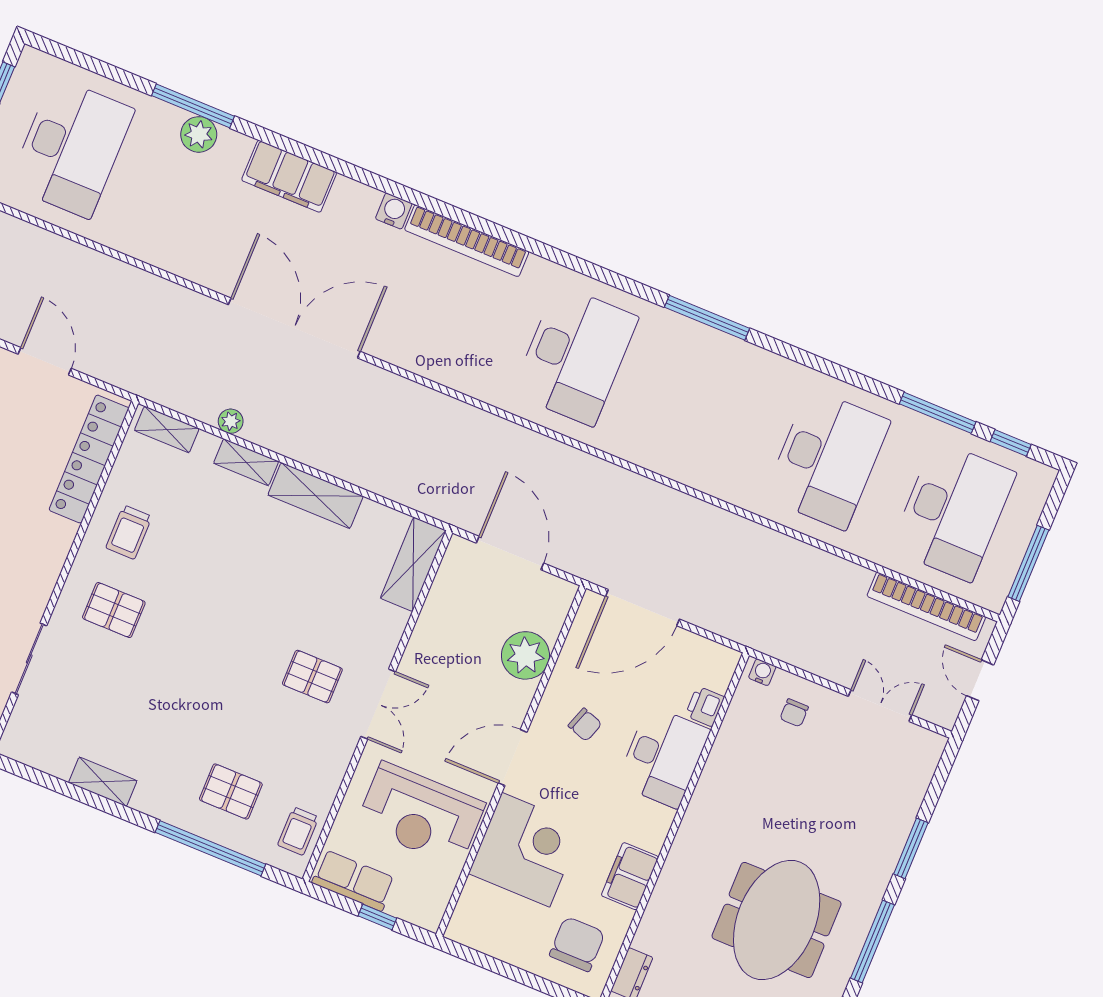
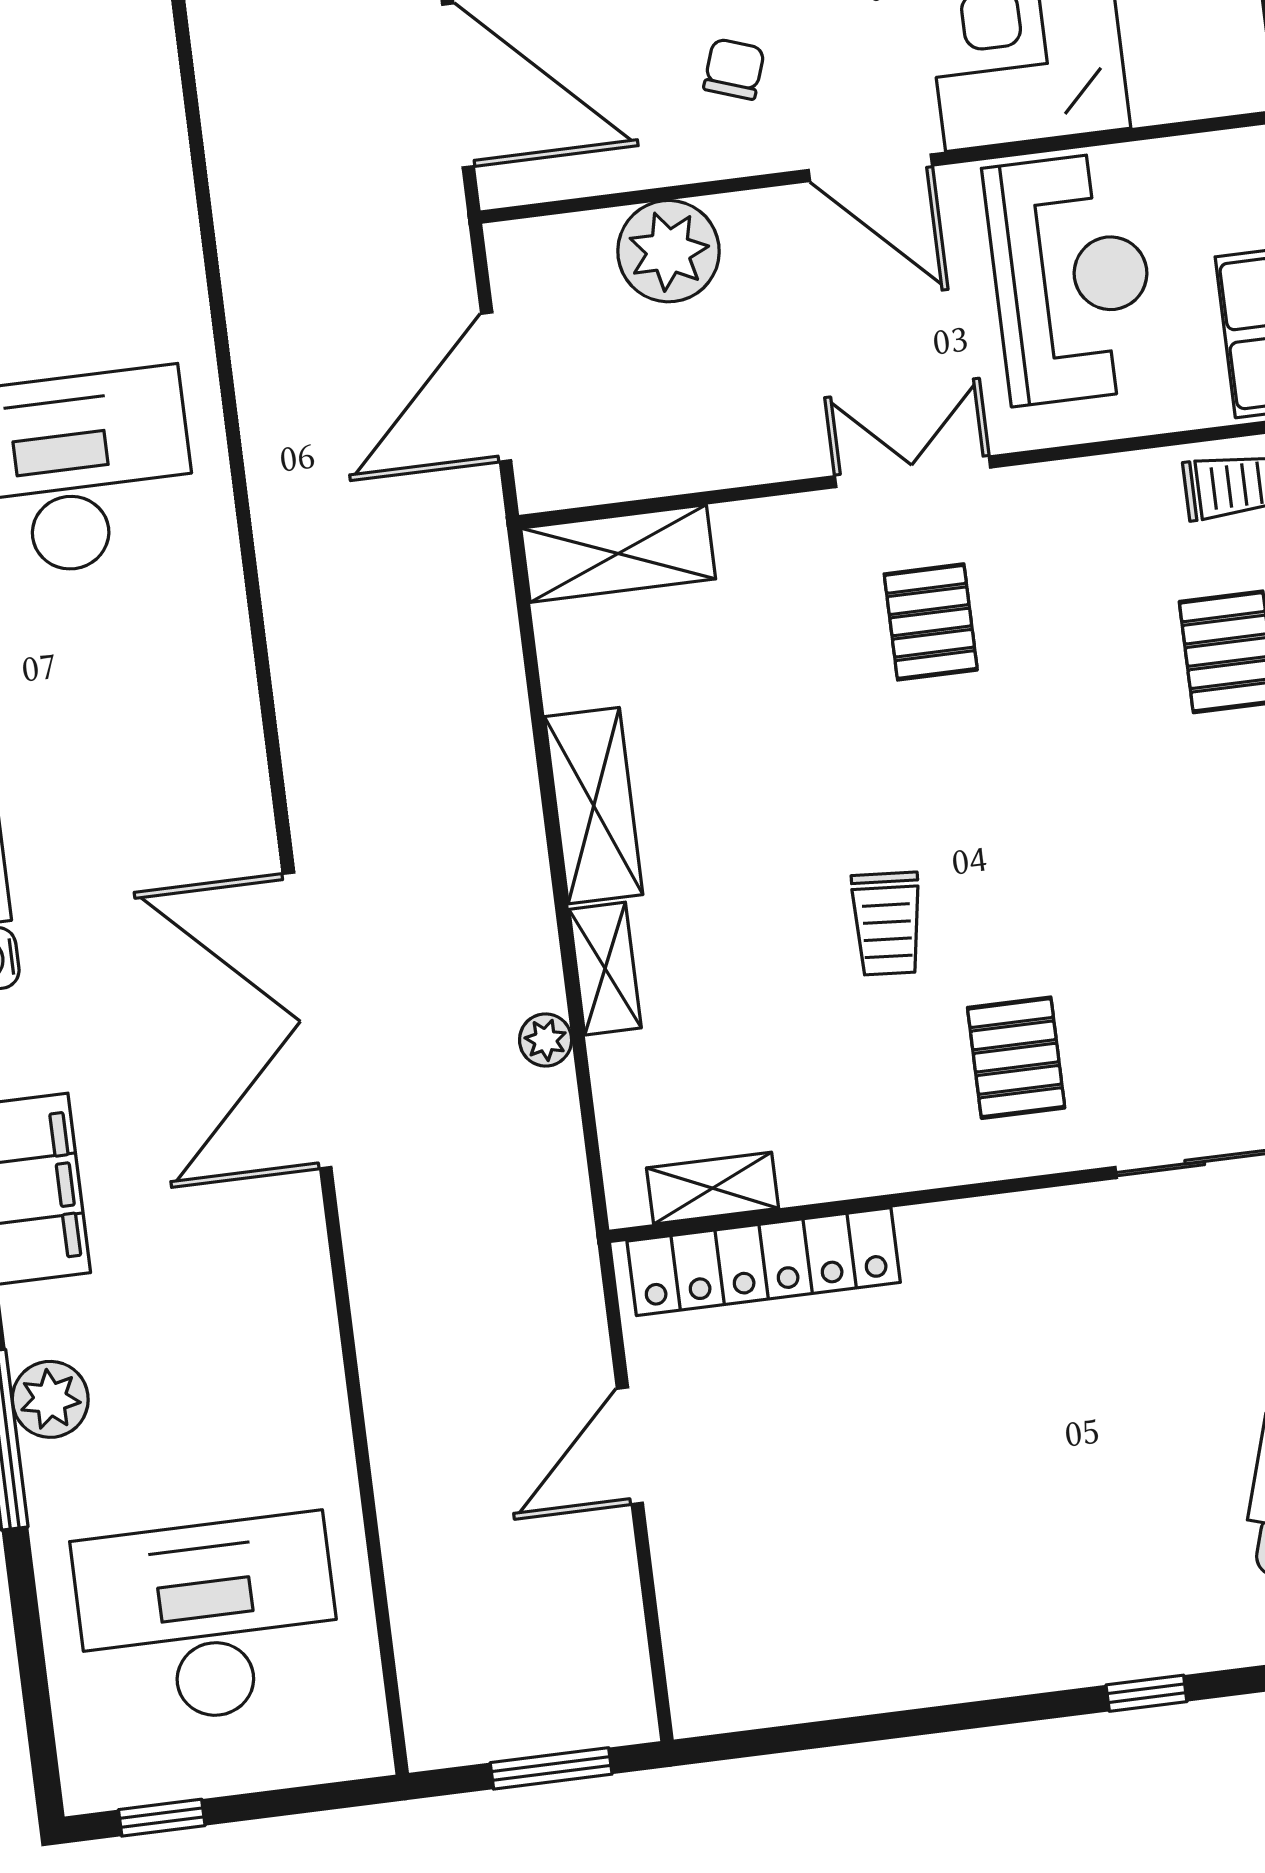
shelving: (167, 429) -> (713, 1188), moved, turned 90
trolley: (129, 532) -> (887, 924), moved, turned 94

